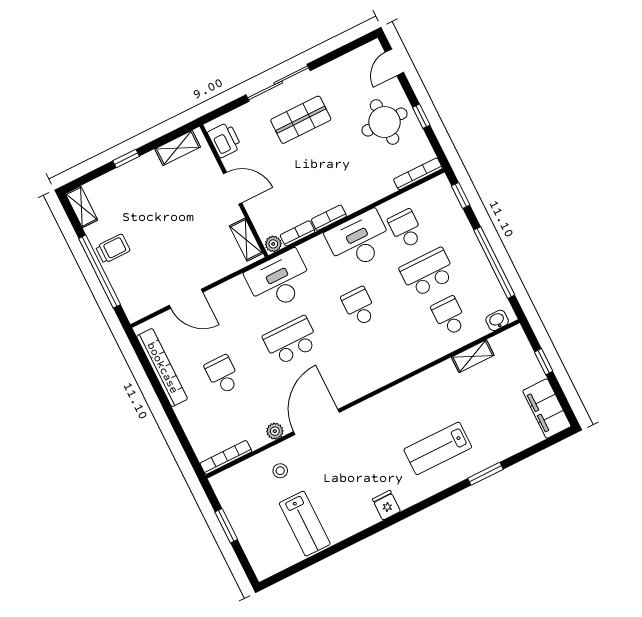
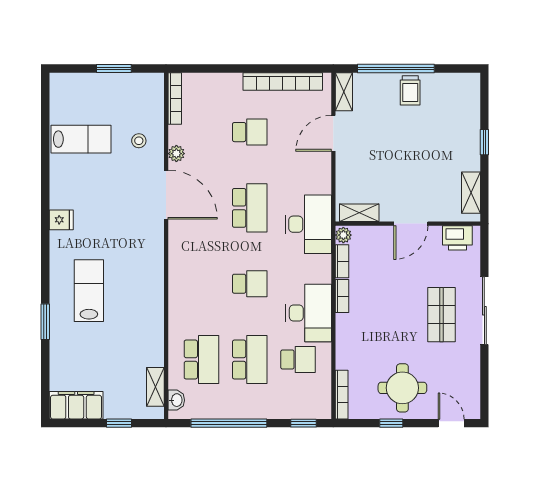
shelving: (81, 207) -> (344, 92), moved, turned 90
school desk: (449, 316) -> (201, 360), width x1.85
shelving: (473, 356) -> (155, 387), moved
lab bench: (305, 524) -> (81, 139), turned 180

